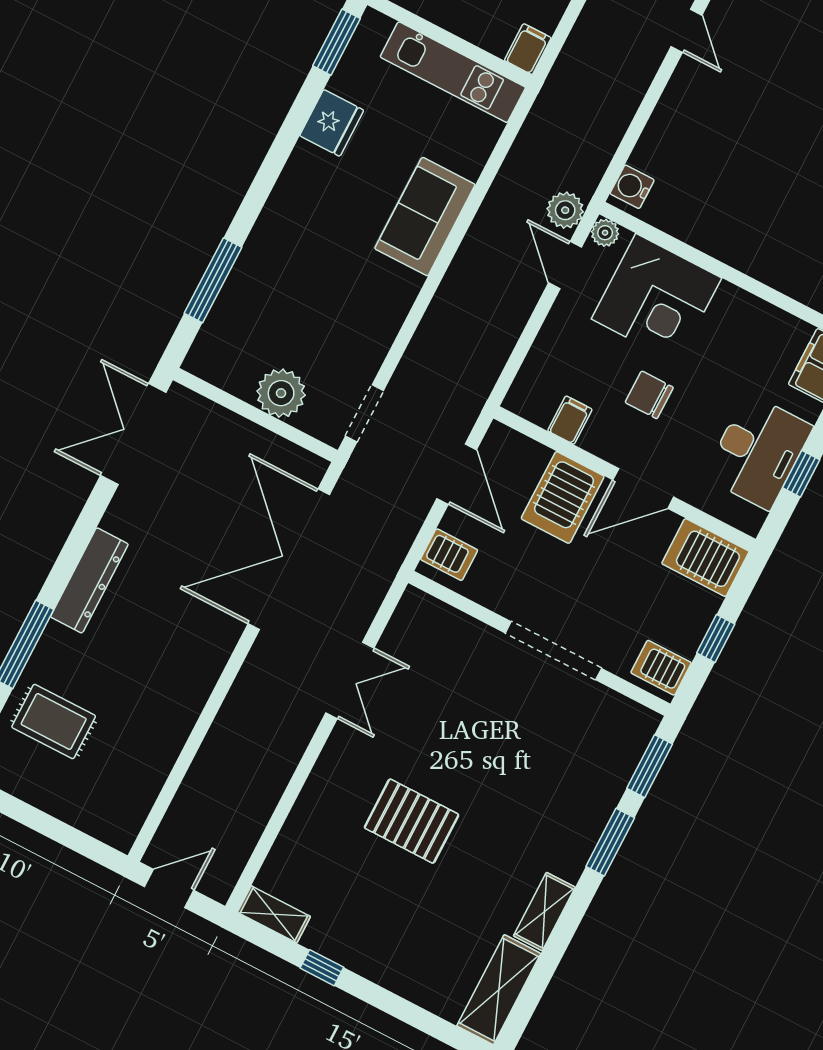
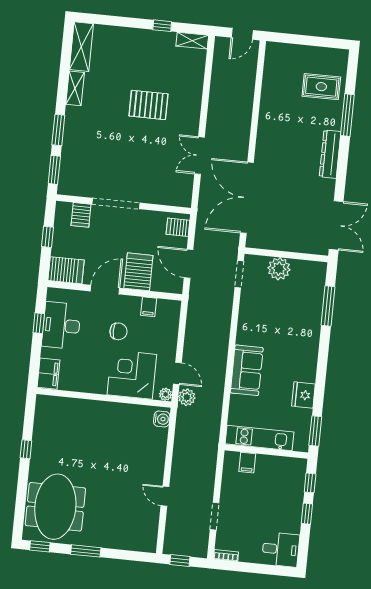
filing cabinet: (528, 49) -> (247, 463), moved
double door: (289, 559) -> (247, 198), swing flipped
server rack: (661, 668) -> (81, 215), moved, turned 90

